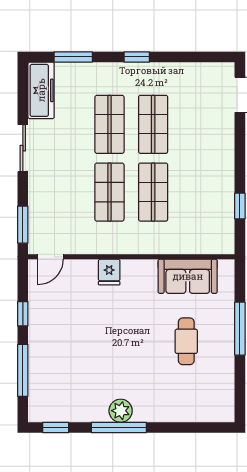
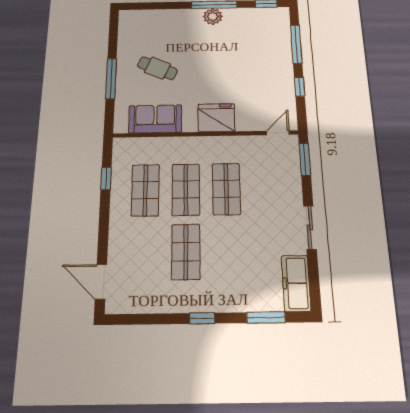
shop shelf: (109, 124) -> (145, 190), moved
fridge: (109, 272) -> (216, 118), width x1.88, depth x1.34
cafe table: (186, 341) -> (157, 68), turned -66

